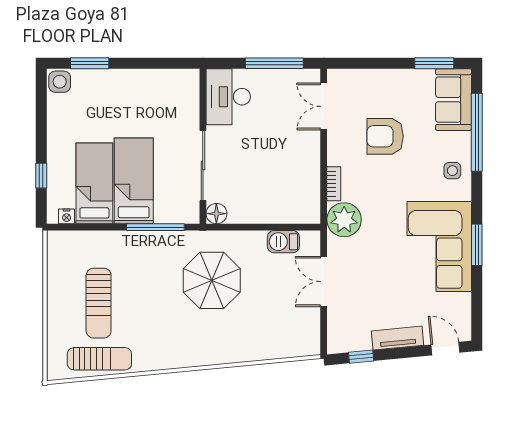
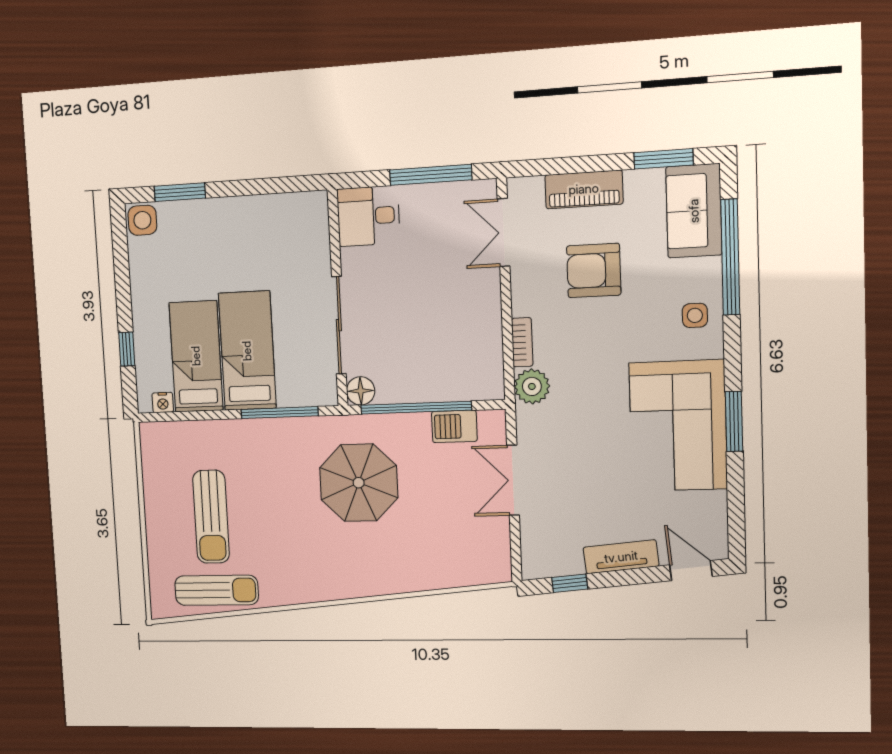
piano: (380, 80) -> (584, 189), added
desk: (228, 97) -> (368, 216), width x0.73
plant: (344, 220) -> (532, 386), width x0.73, depth x0.73
window: (256, 227) -> (416, 408), added

